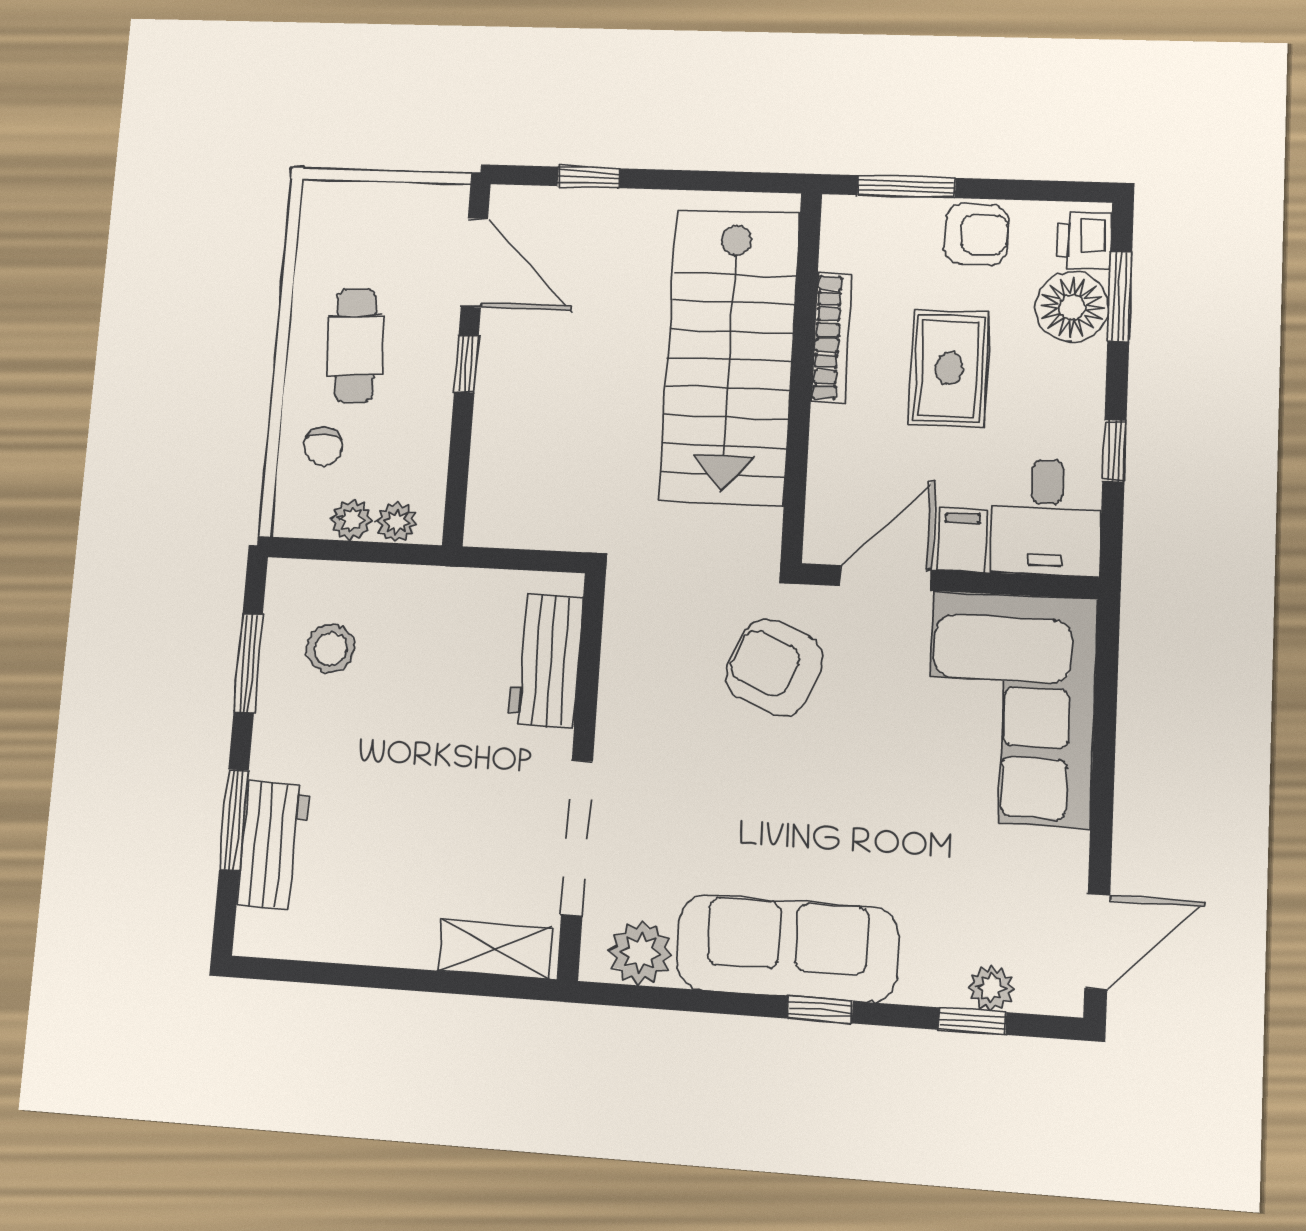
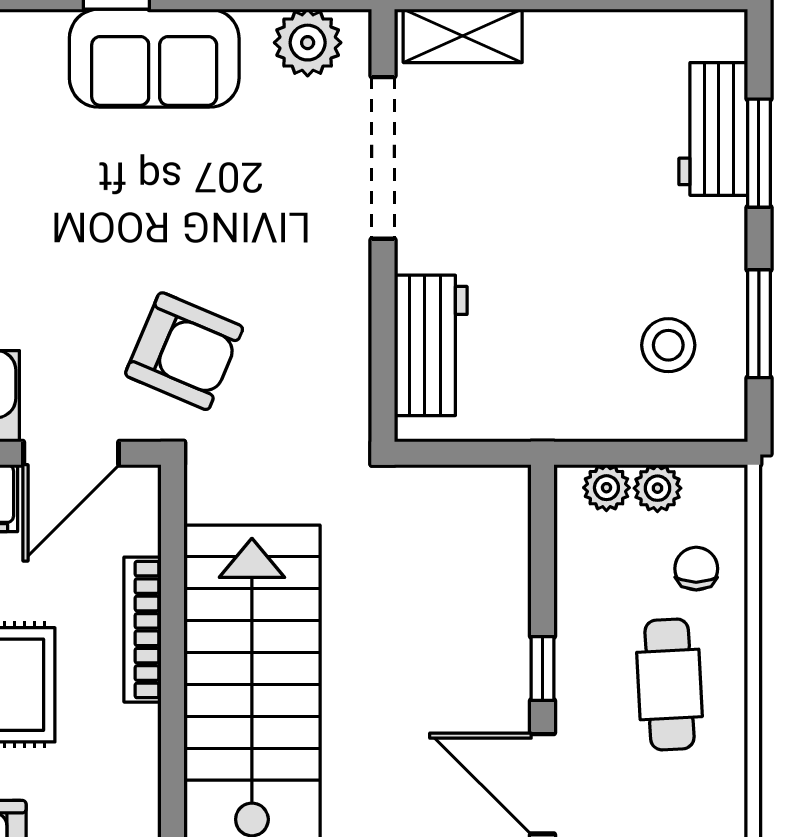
bookcase: (831, 338) -> (142, 630), moved
sofa: (787, 948) -> (154, 58), width x0.73

